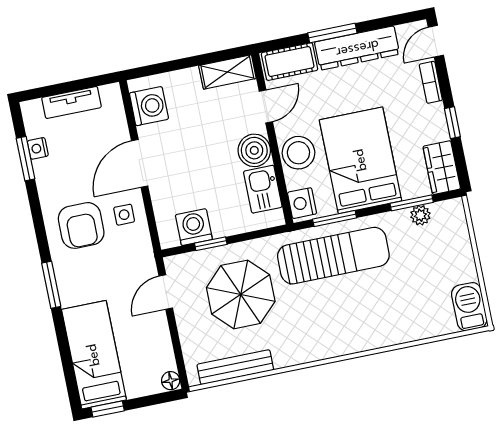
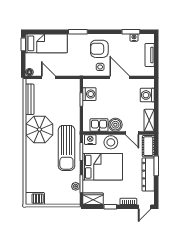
door: (436, 41) -> (145, 207), swing flipped
washing machine: (149, 106) -> (147, 95), moved, turned 90
door: (166, 292) -> (48, 77), moved
parasol: (241, 294) -> (39, 129), moved

